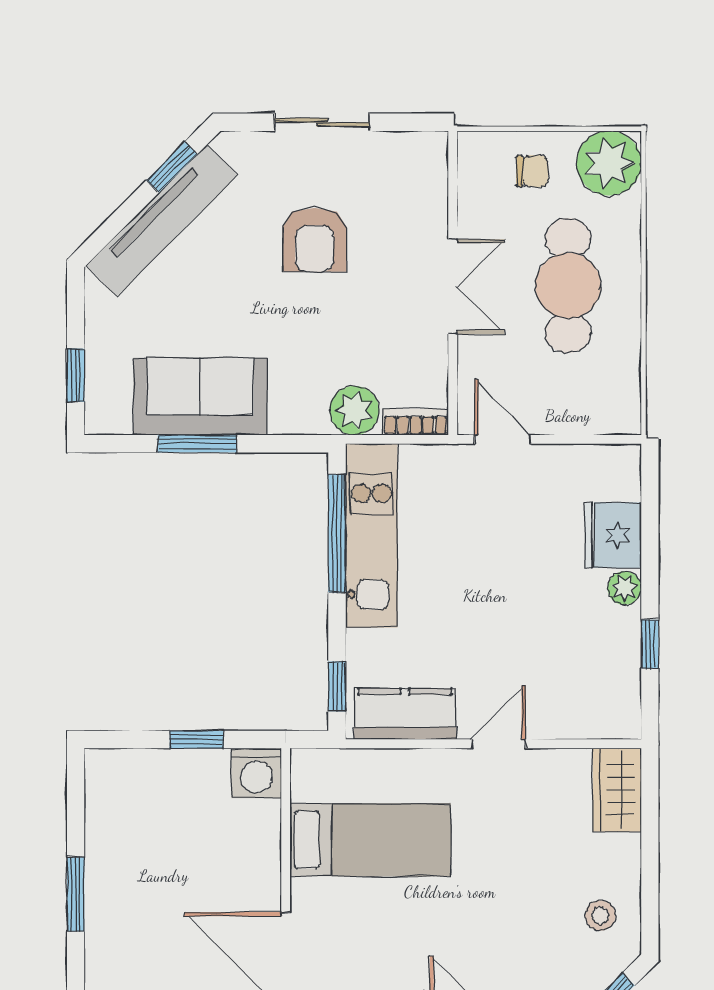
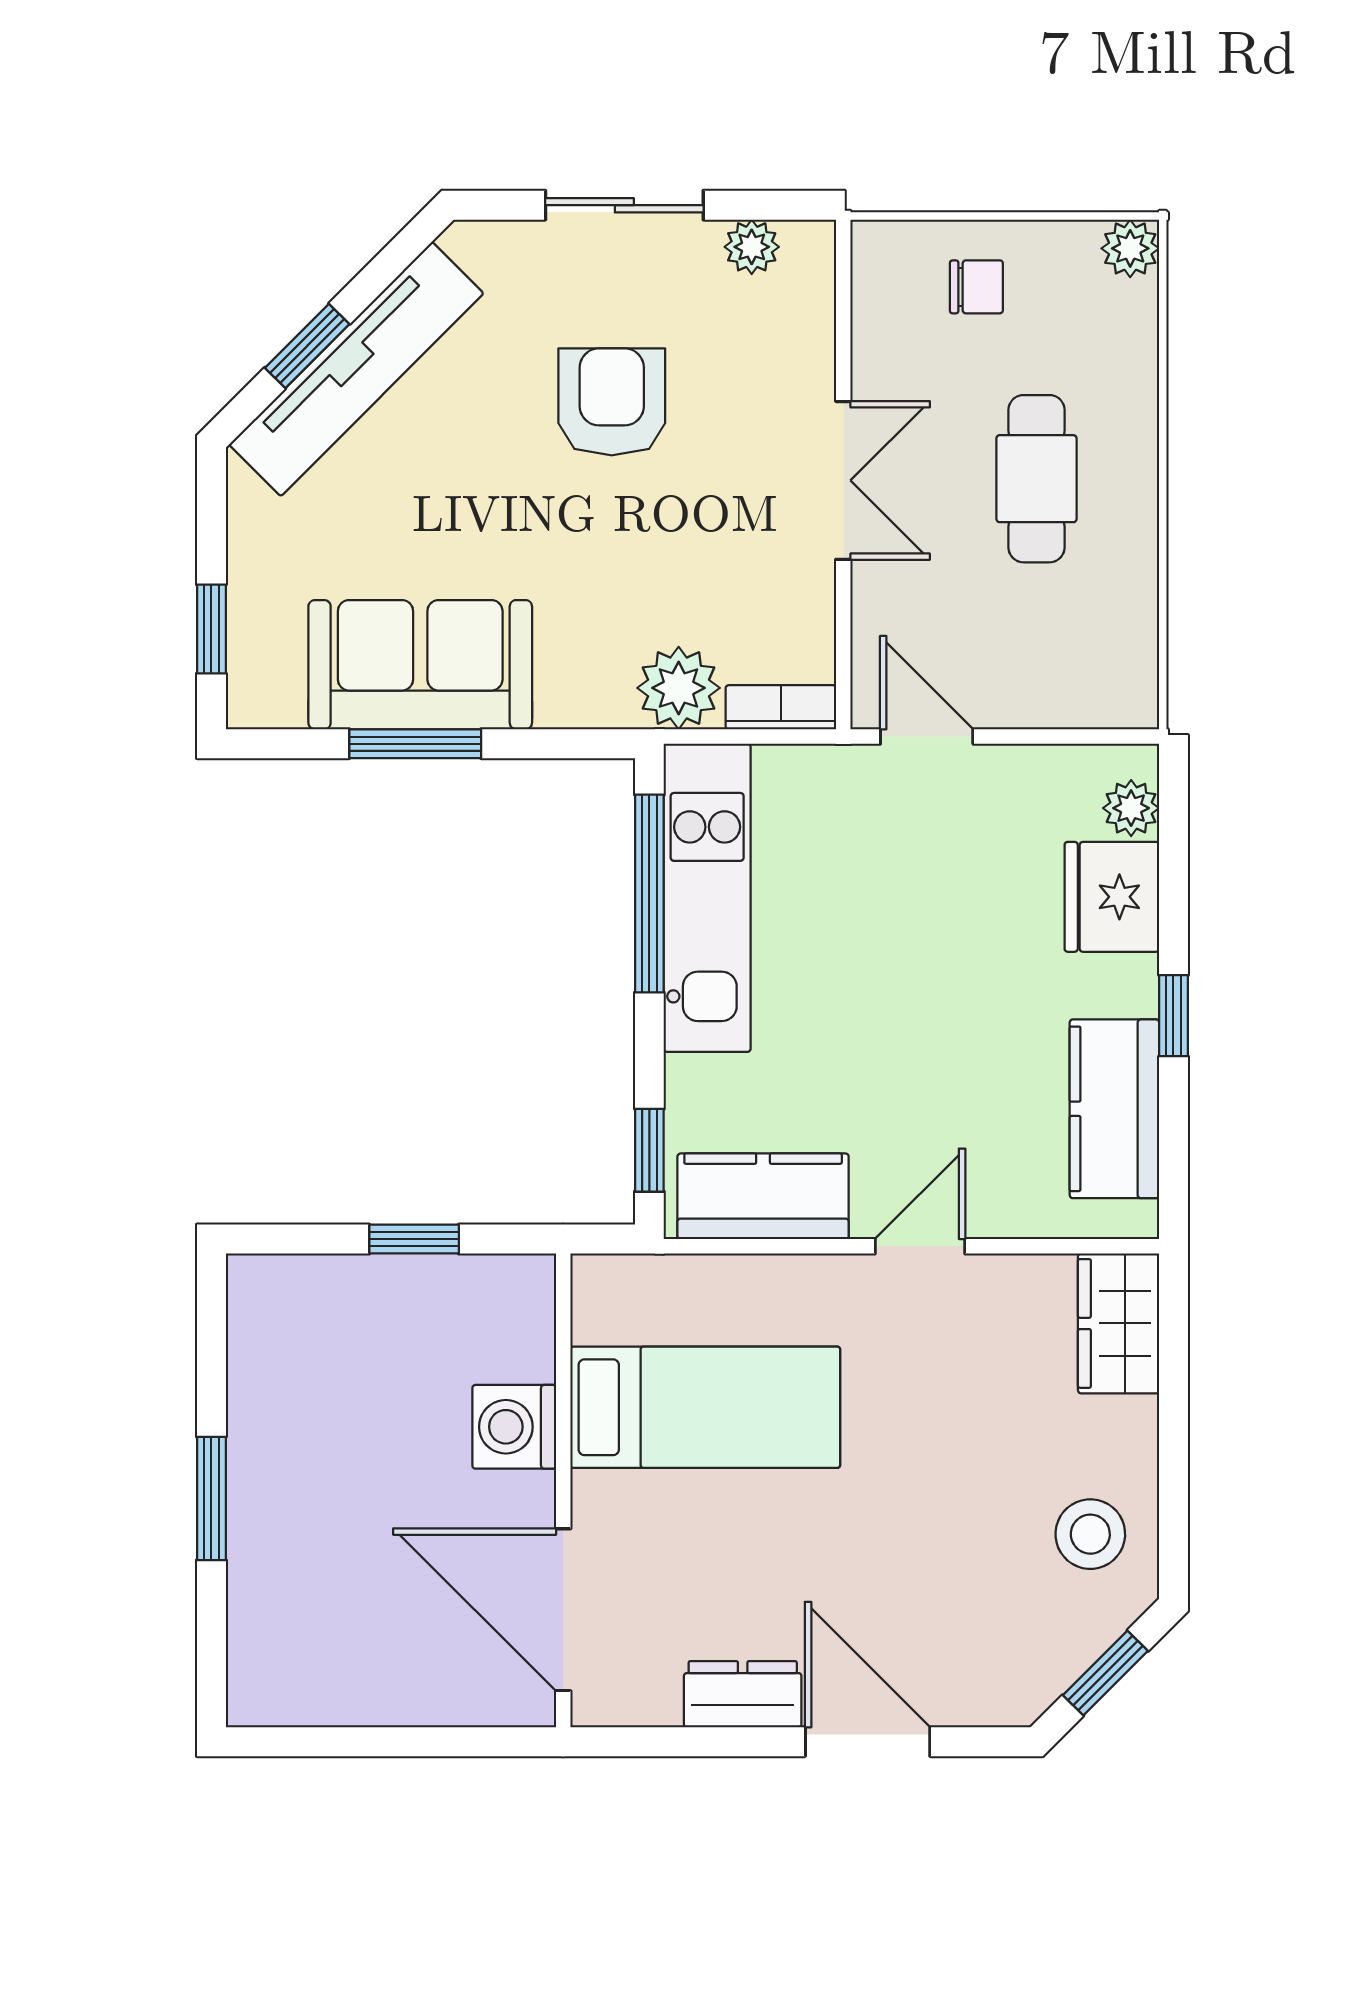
plant: (398, 147) -> (752, 247), added
plant: (609, 163) -> (1130, 248), width x0.53, depth x0.53
window: (172, 167) -> (307, 346), moved
armchair: (315, 240) -> (612, 402), turned 180
cafe table: (568, 286) -> (1036, 479), width x0.73, depth x0.74
plant: (625, 588) -> (1131, 808), moved
window: (650, 644) -> (1173, 1016), moved
kitchen counter: (615, 662) -> (1114, 1109), added
washing machine: (256, 773) -> (514, 1427), moved, turned 90
stool: (600, 916) -> (1090, 1534), width x1.37, depth x1.37

